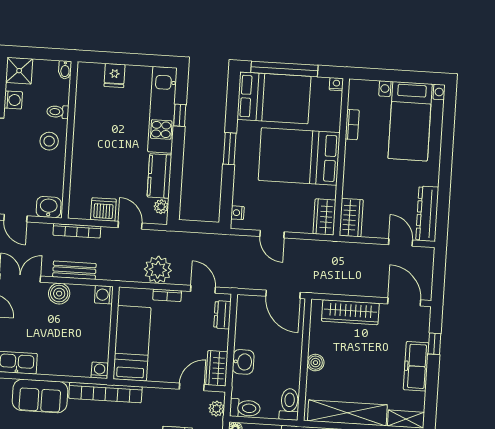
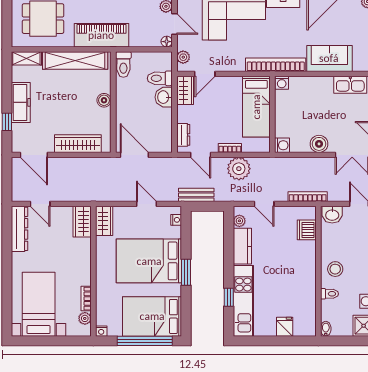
plant: (355, 101) -> (85, 318), added
bed: (299, 156) -> (149, 261), moved, turned 180
dishwasher: (103, 209) -> (307, 230), moved, turned 90
bench: (74, 270) -> (196, 195), moved
toilet: (245, 408) -> (160, 78), moved

